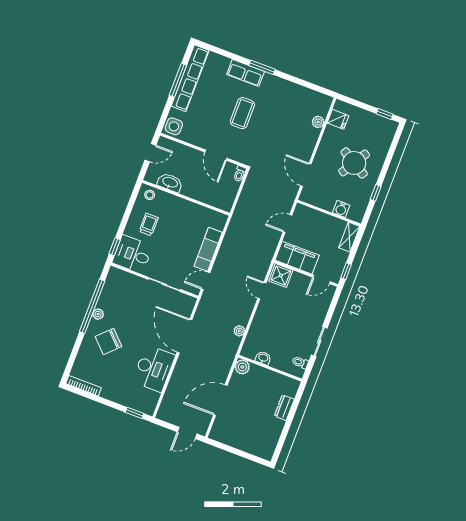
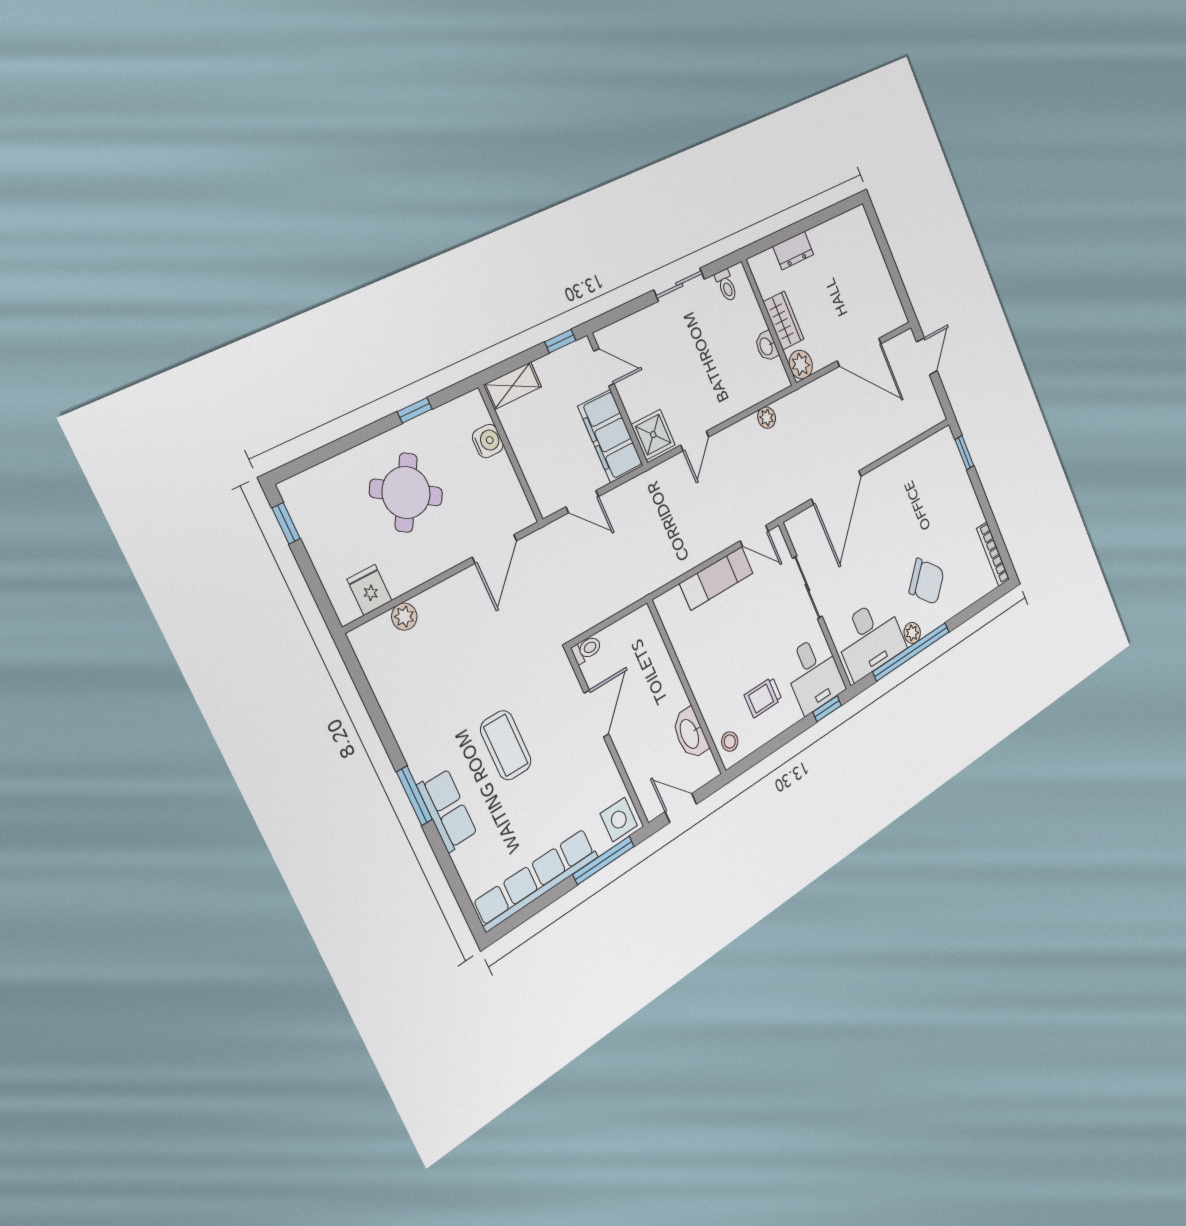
window: (178, 80) -> (604, 860), moved
coffee table: (242, 113) -> (506, 745), turned 90
desk: (154, 368) -> (870, 638), moved, turned 180
wardrobe: (265, 376) -> (783, 320), added
door: (187, 433) -> (927, 356), hinge flipped

